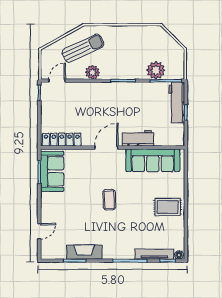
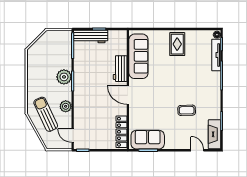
plant: (156, 70) -> (64, 77), moved
coffee table: (109, 200) -> (187, 110), moved
fireplace: (84, 252) -> (215, 134), moved

